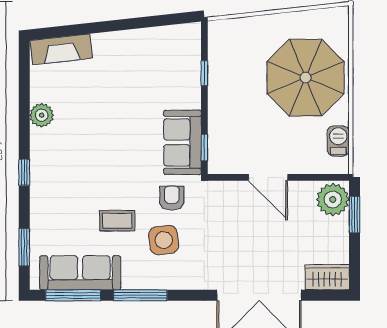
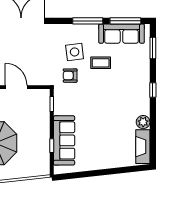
fireplace: (61, 49) -> (143, 147), moved, turned -84
sofa: (182, 142) -> (64, 140), moved, width x1.36
armchair: (172, 198) -> (70, 76), turned 90

